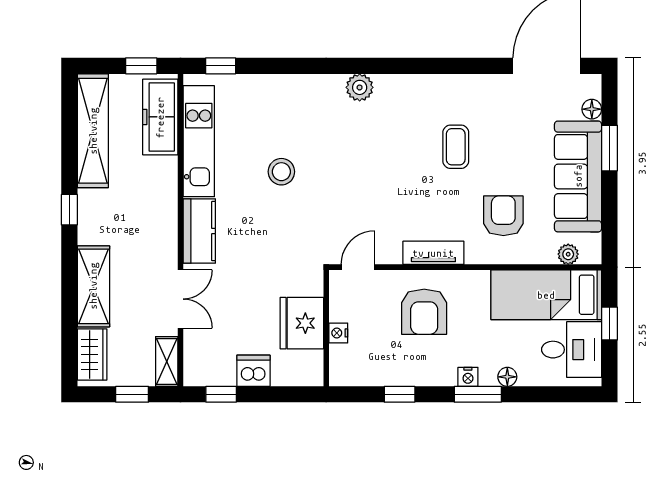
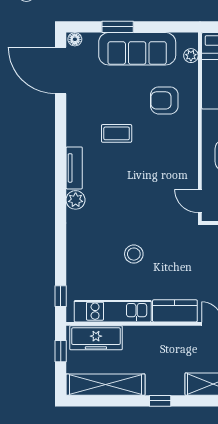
floor lamp: (592, 109) -> (75, 39), moved
tv unit: (433, 253) -> (74, 168), moved, turned 180

